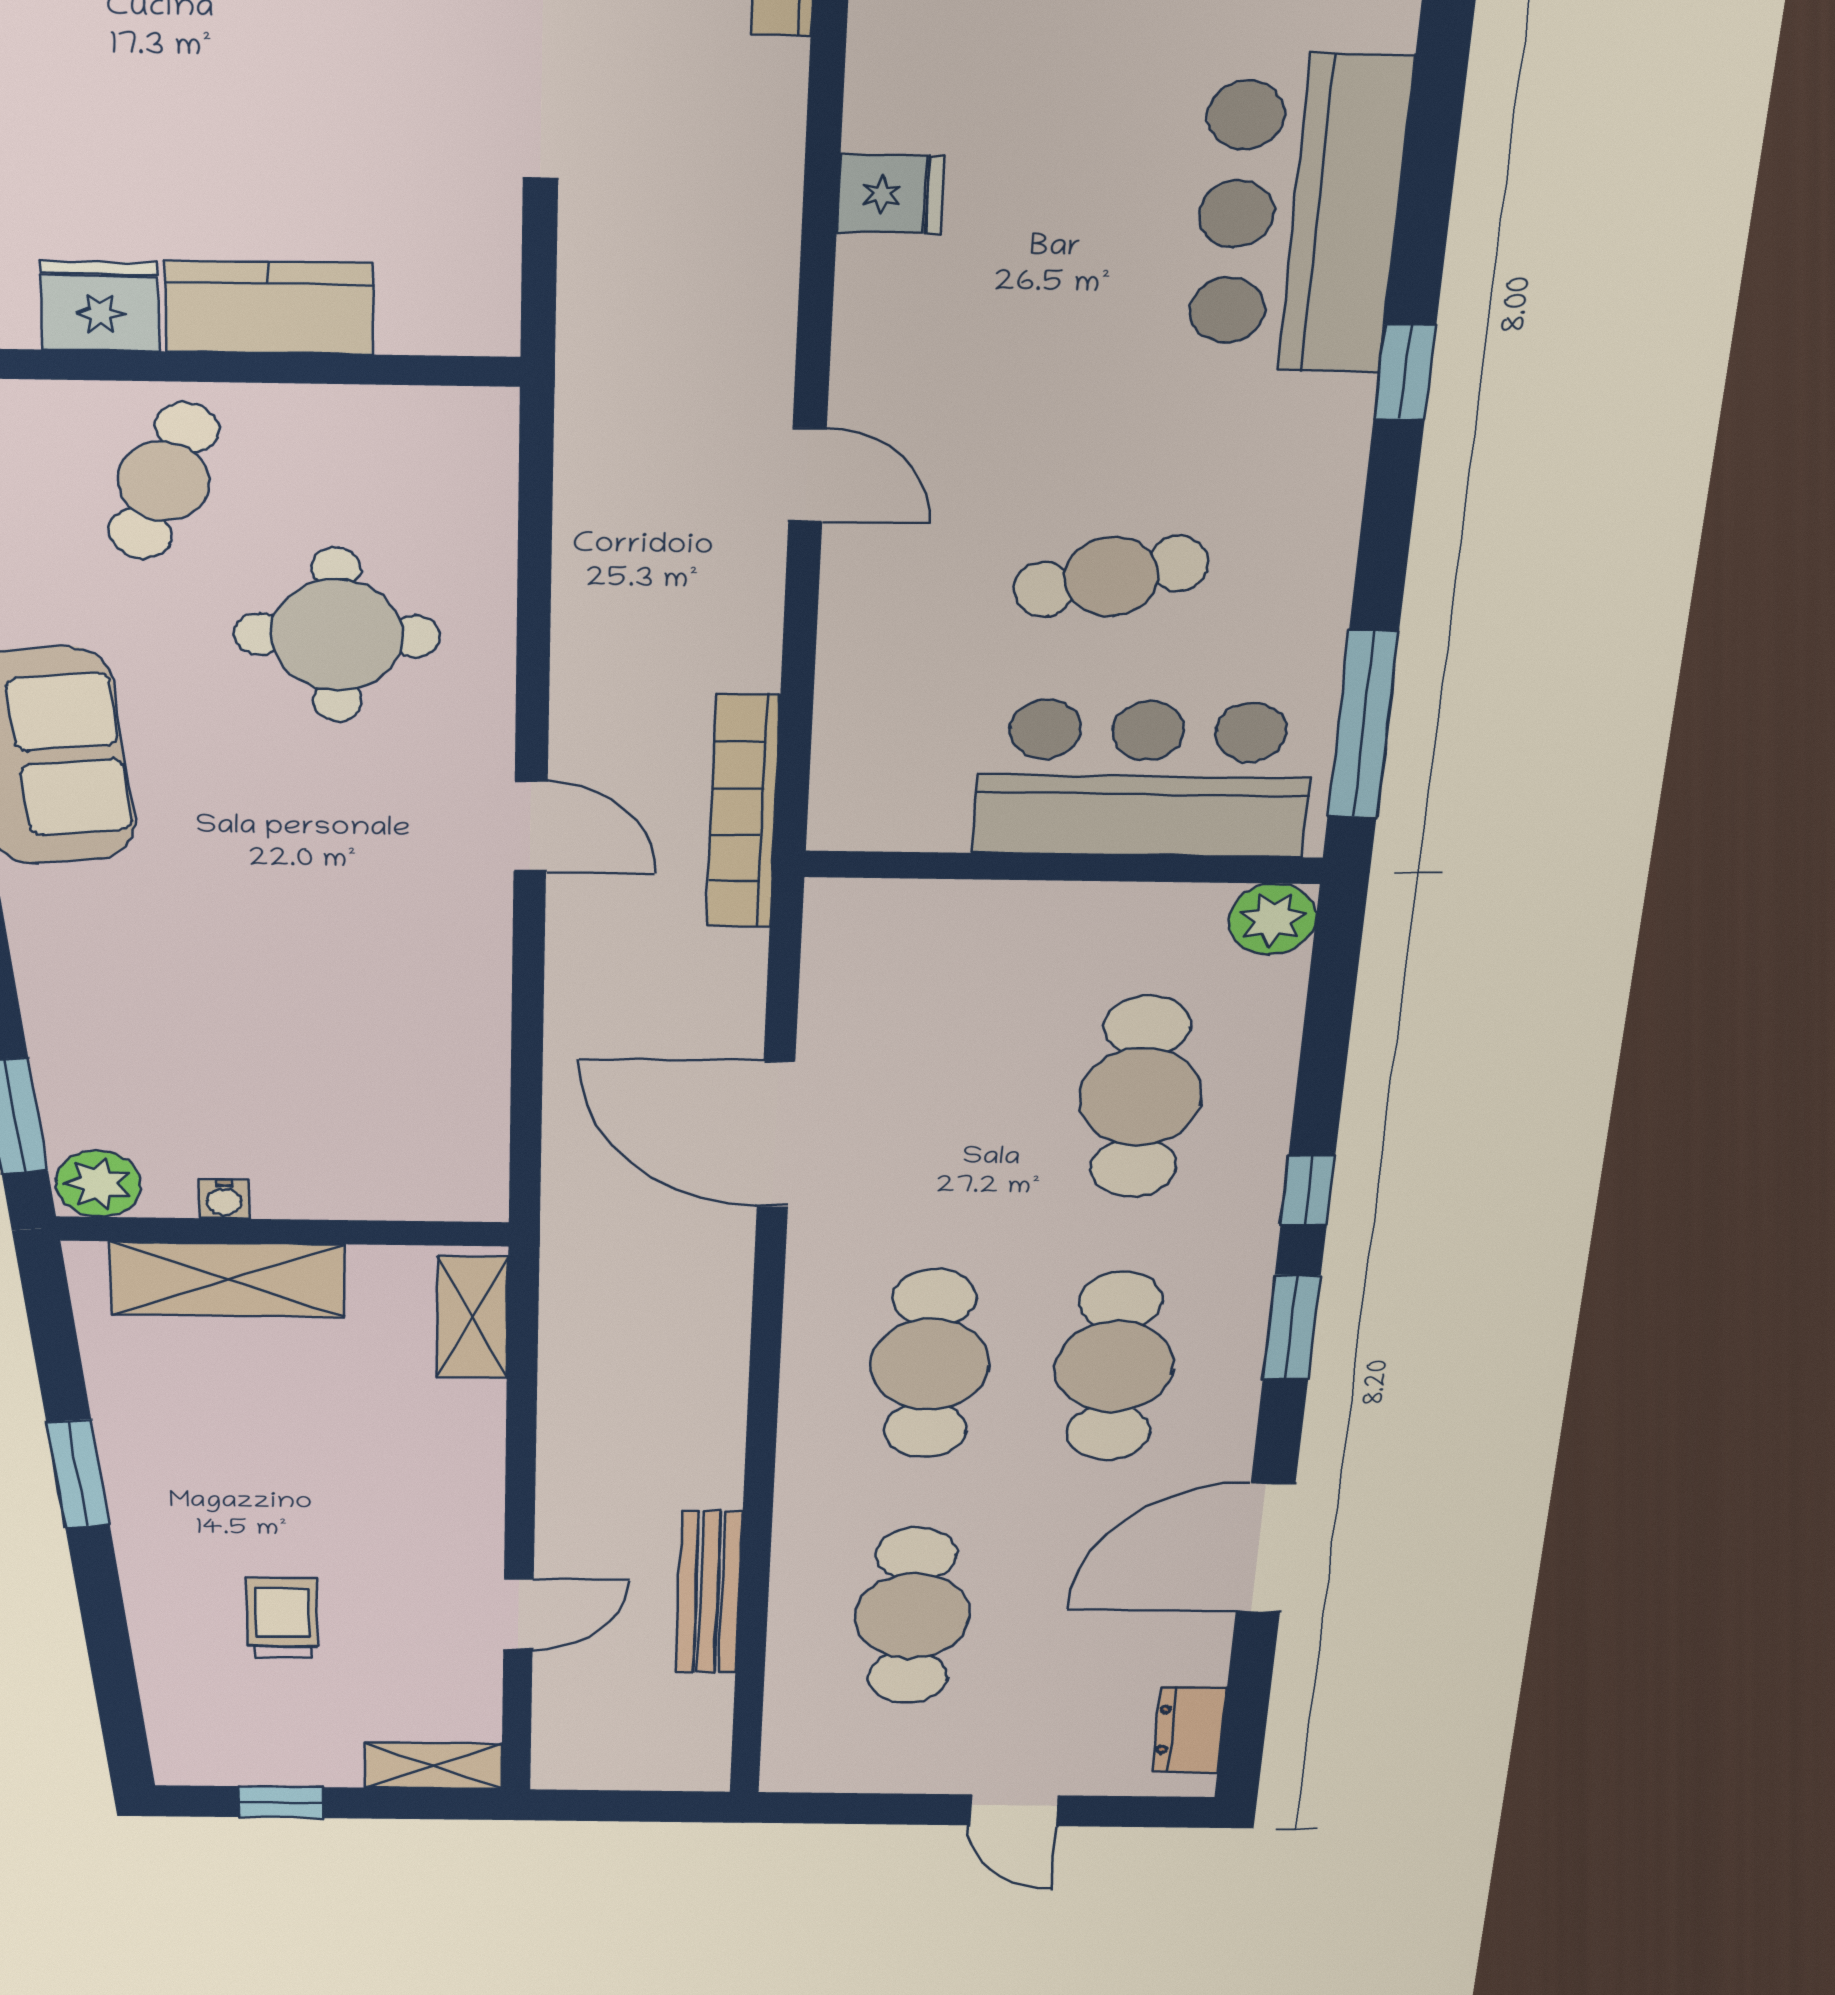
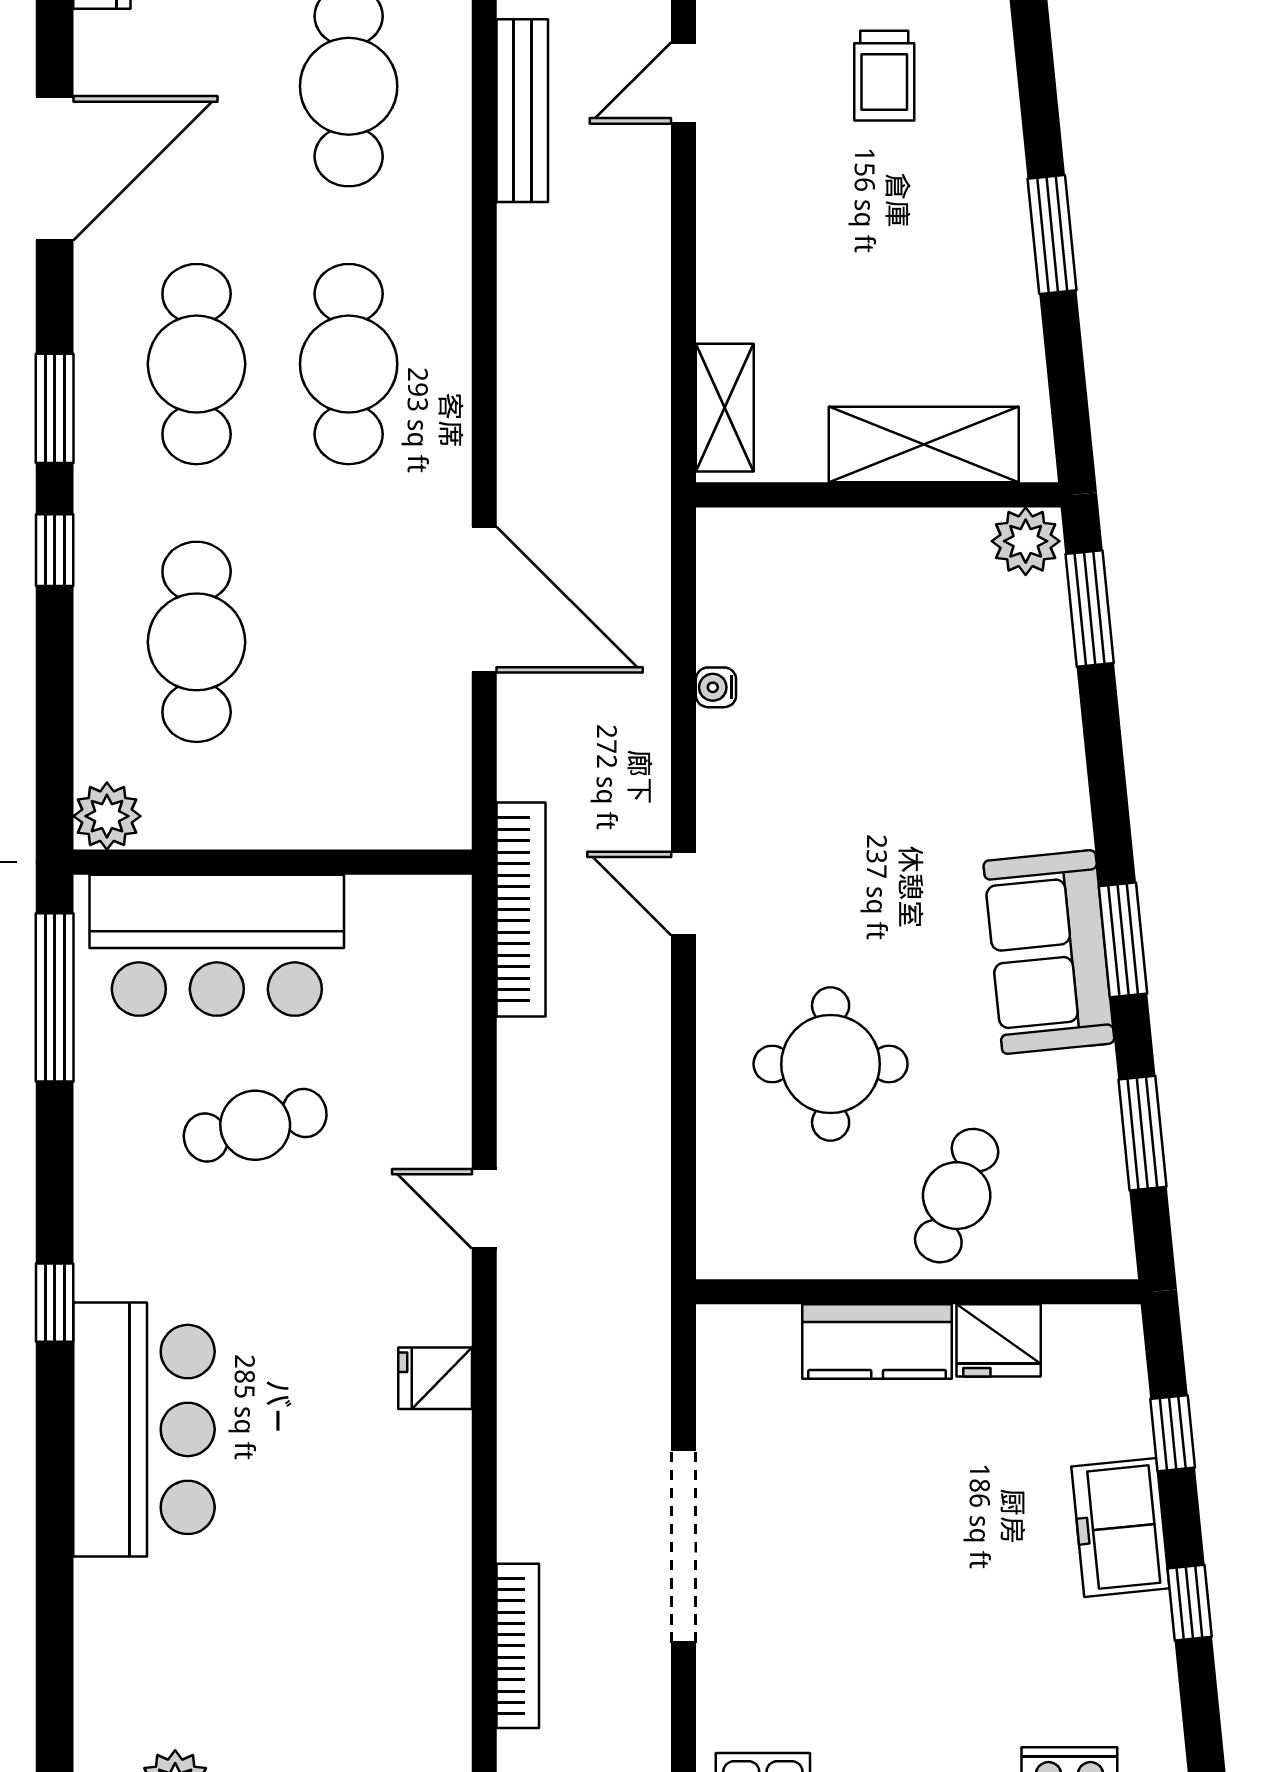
fridge: (890, 194) -> (435, 1378), moved
water cooler: (224, 1199) -> (716, 687), moved, turned -90

